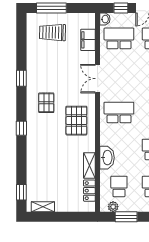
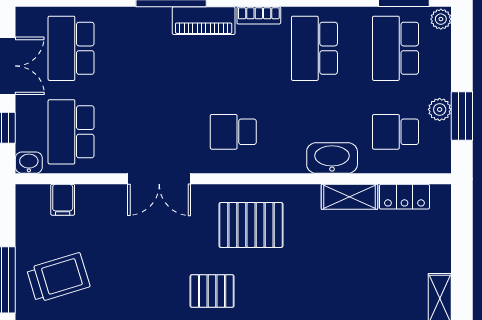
trolley: (52, 33) -> (58, 278), turned -108
filing cabinet: (88, 40) -> (63, 200), width x0.50
school desk: (119, 112) -> (233, 132), width x0.54
plant: (113, 207) -> (440, 109), moved

